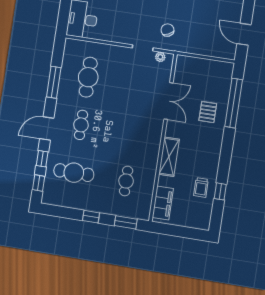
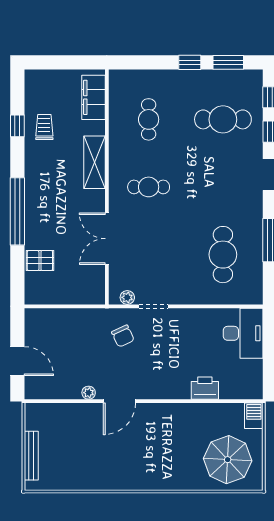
door: (244, 34) -> (17, 361), moved
window: (234, 103) -> (17, 211), moved
pallet: (208, 112) -> (40, 261), moved, turned 90
cafe table: (81, 125) -> (149, 187), moved, turned 90
window: (126, 222) -> (228, 62), moved

